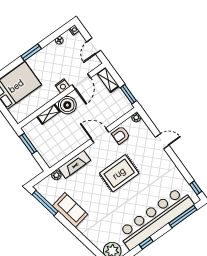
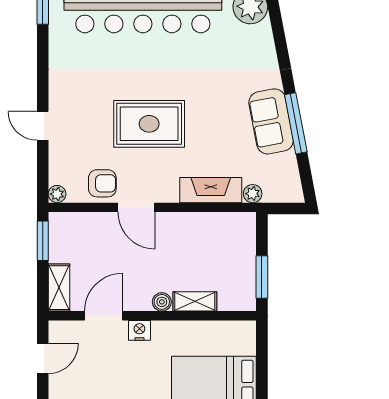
boiler: (67, 105) -> (162, 302), width x0.54, depth x0.54
window: (45, 203) -> (296, 123), moved

